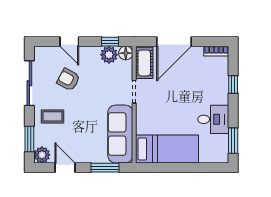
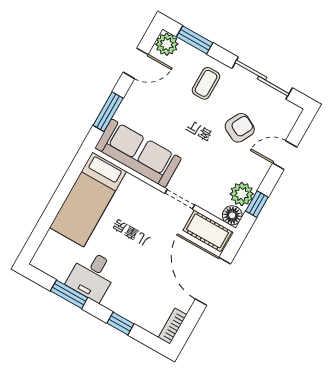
window: (233, 141) -> (69, 294), moved

